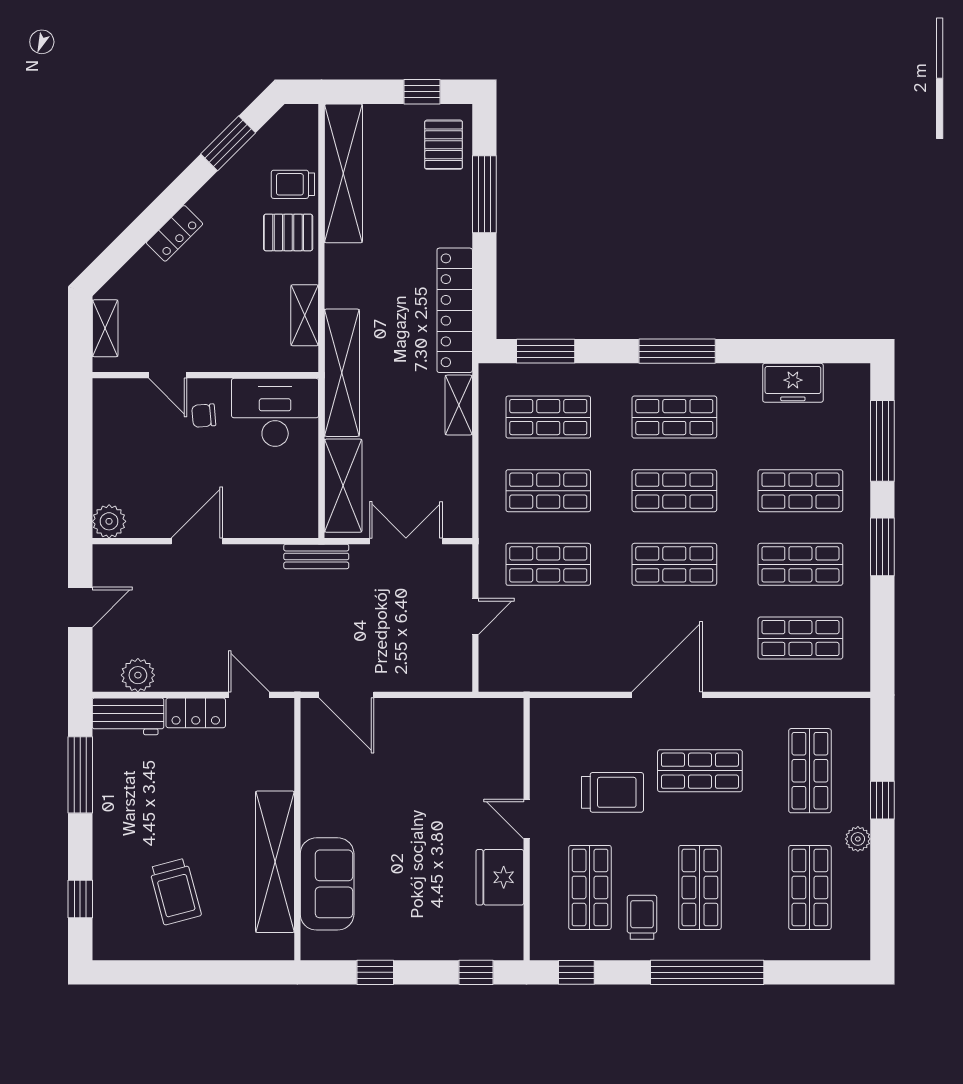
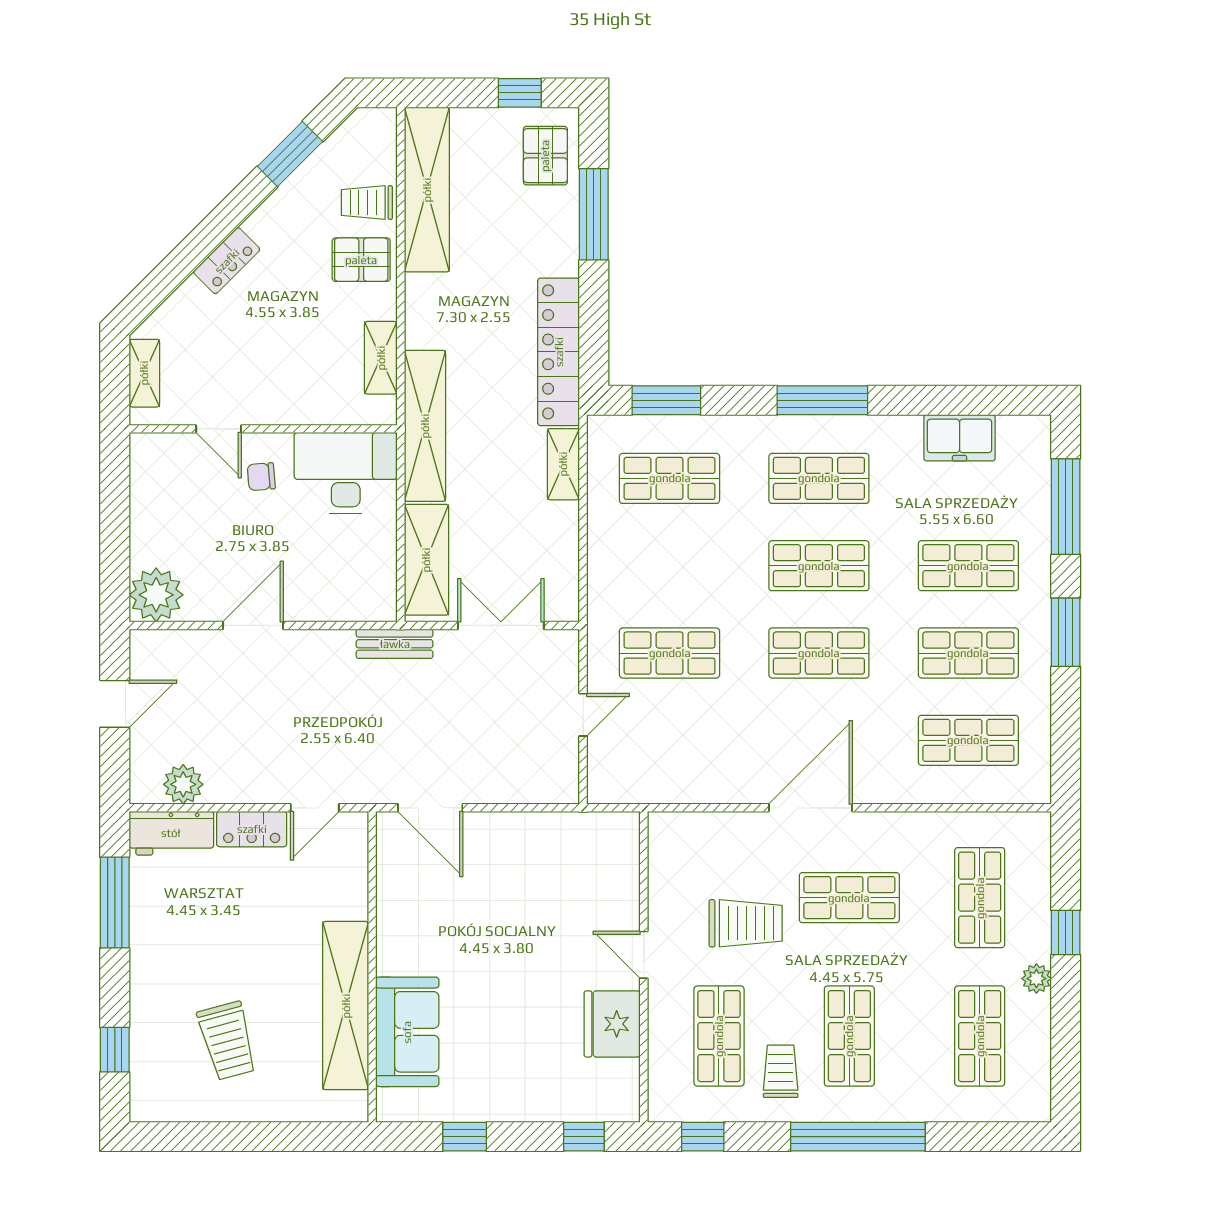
shop shelf: (548, 491) -> (670, 566), removed
plant: (109, 521) -> (156, 595), width x1.36, depth x1.36
door: (249, 695) -> (315, 808), swing flipped

